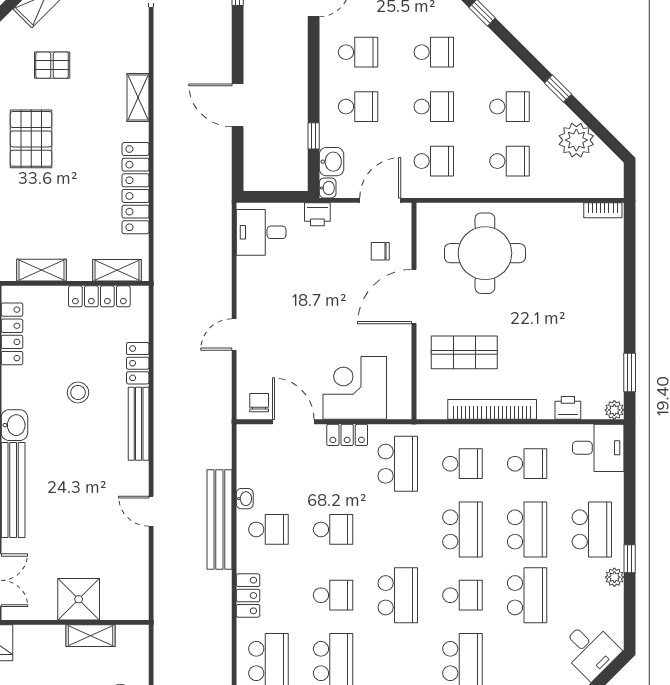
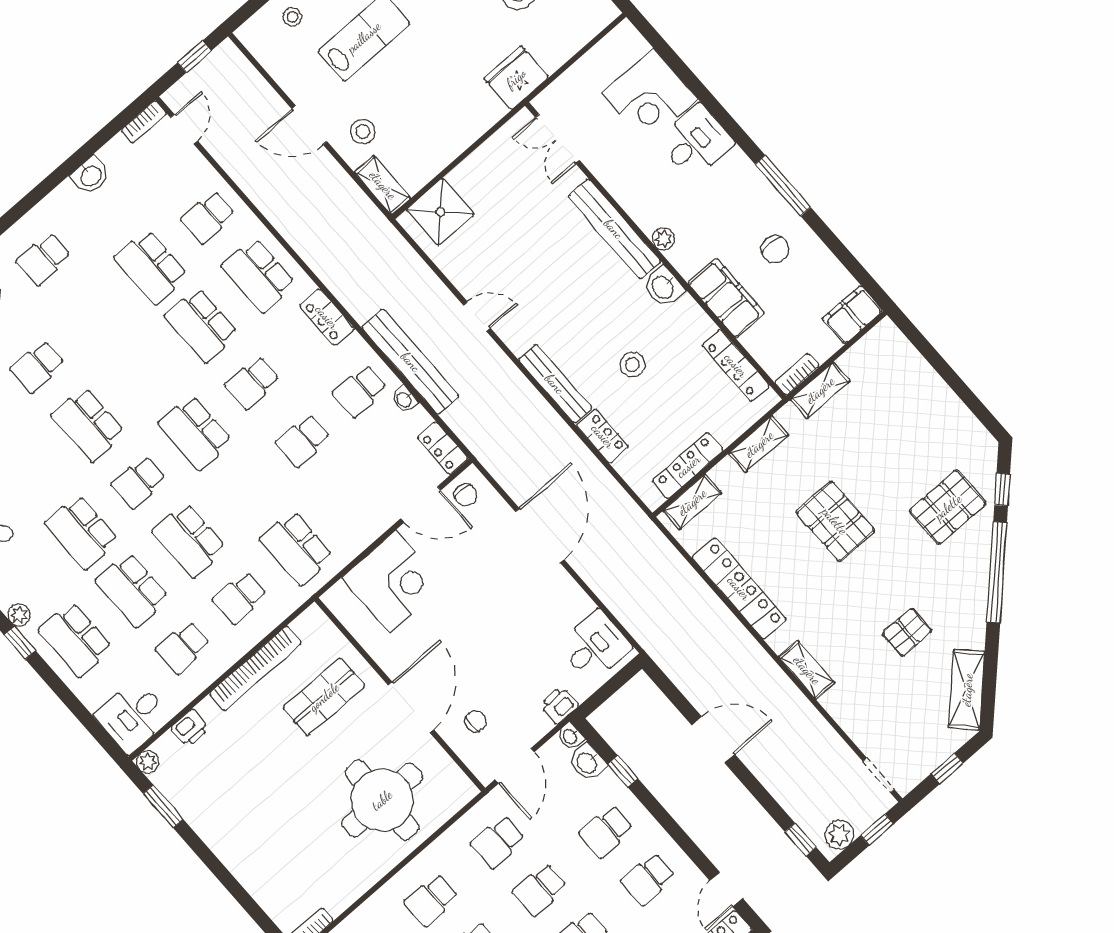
pallet: (31, 139) -> (835, 521), moved
door: (234, 335) -> (540, 536), width x1.88
locker: (347, 435) -> (443, 448), moved, turned -90
shower: (79, 599) -> (440, 212), moved
shelving: (91, 636) -> (383, 185), moved, turned 90

